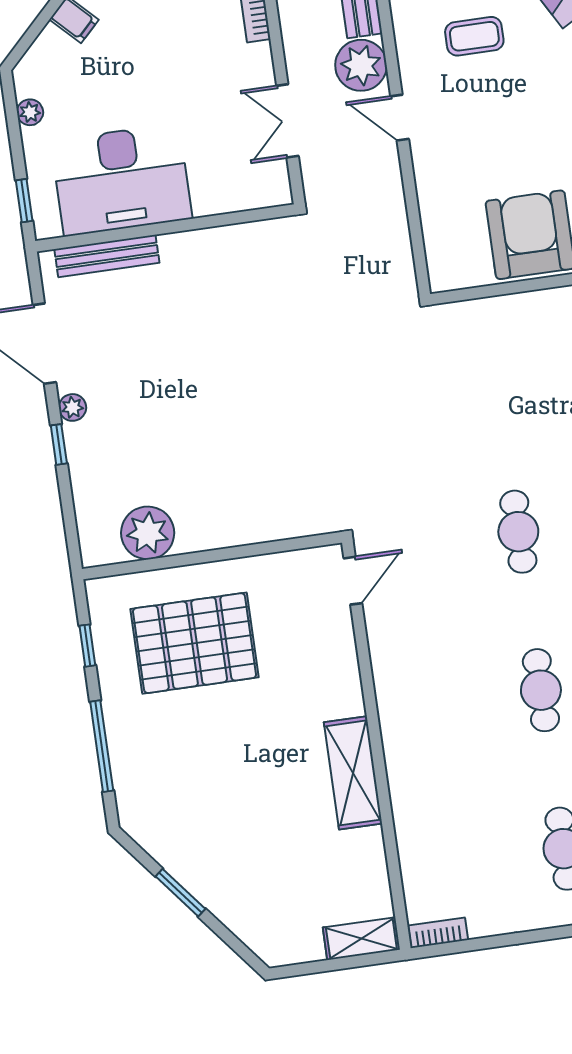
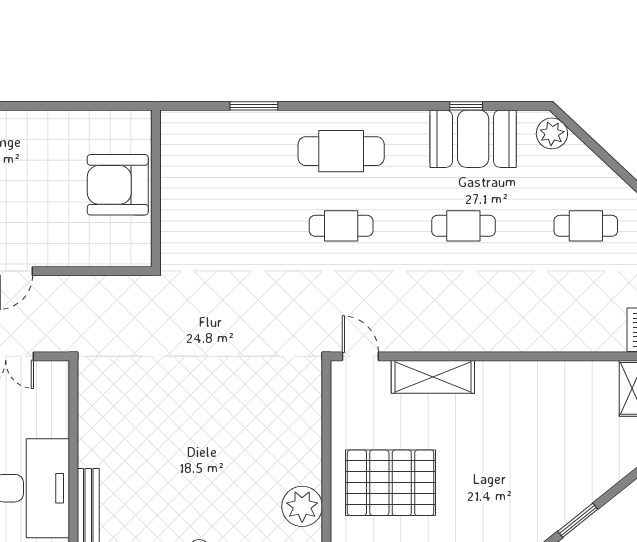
pallet: (195, 643) -> (391, 483), turned 90
shelving: (353, 773) -> (433, 377), moved

